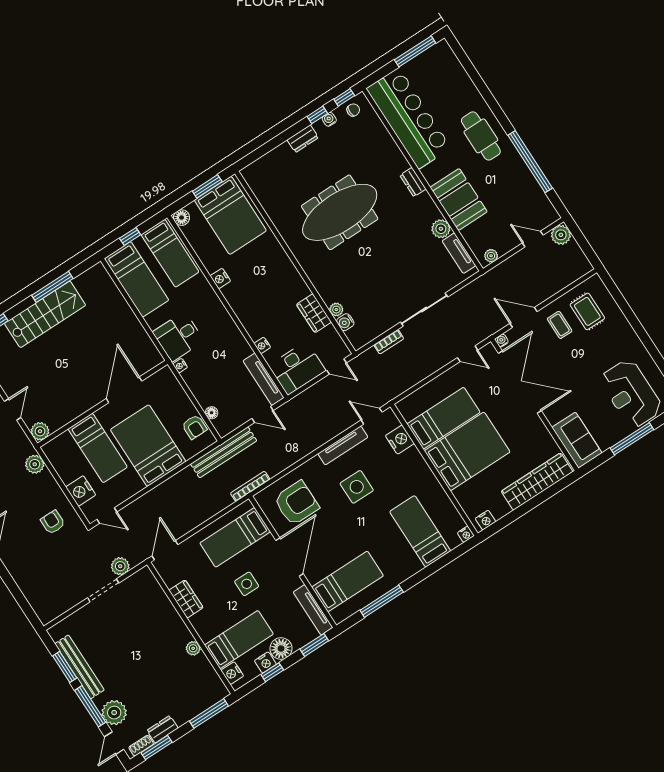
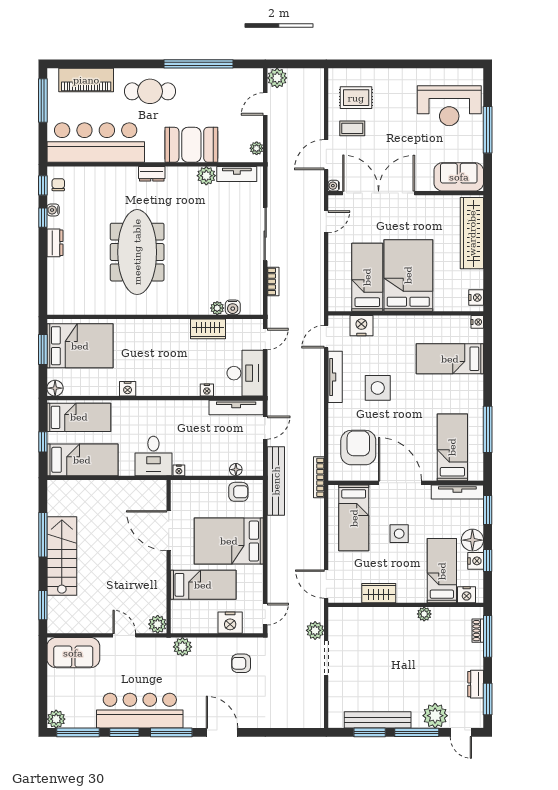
piano: (456, 76) -> (86, 80), added
shoe rack: (141, 746) -> (478, 631), moved

